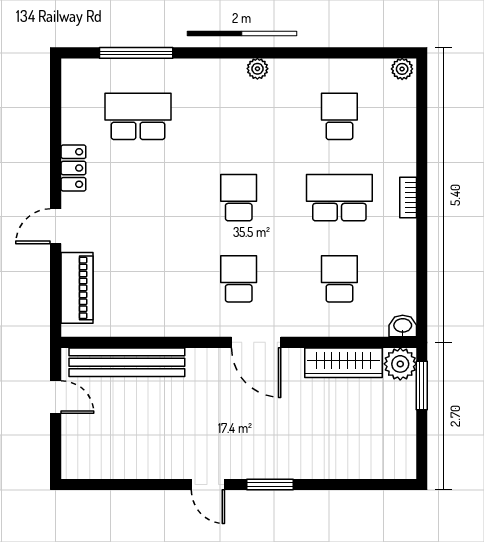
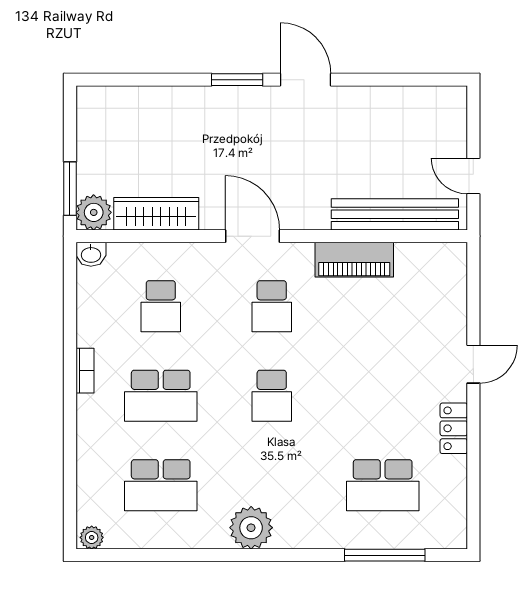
plant: (257, 69) -> (251, 528), width x1.88, depth x1.88
school desk: (339, 116) -> (161, 485), width x1.85
bookcase: (408, 198) -> (85, 371), moved
piano: (77, 288) -> (354, 260), moved, turned -90
door: (208, 485) -> (306, 80), width x1.37

